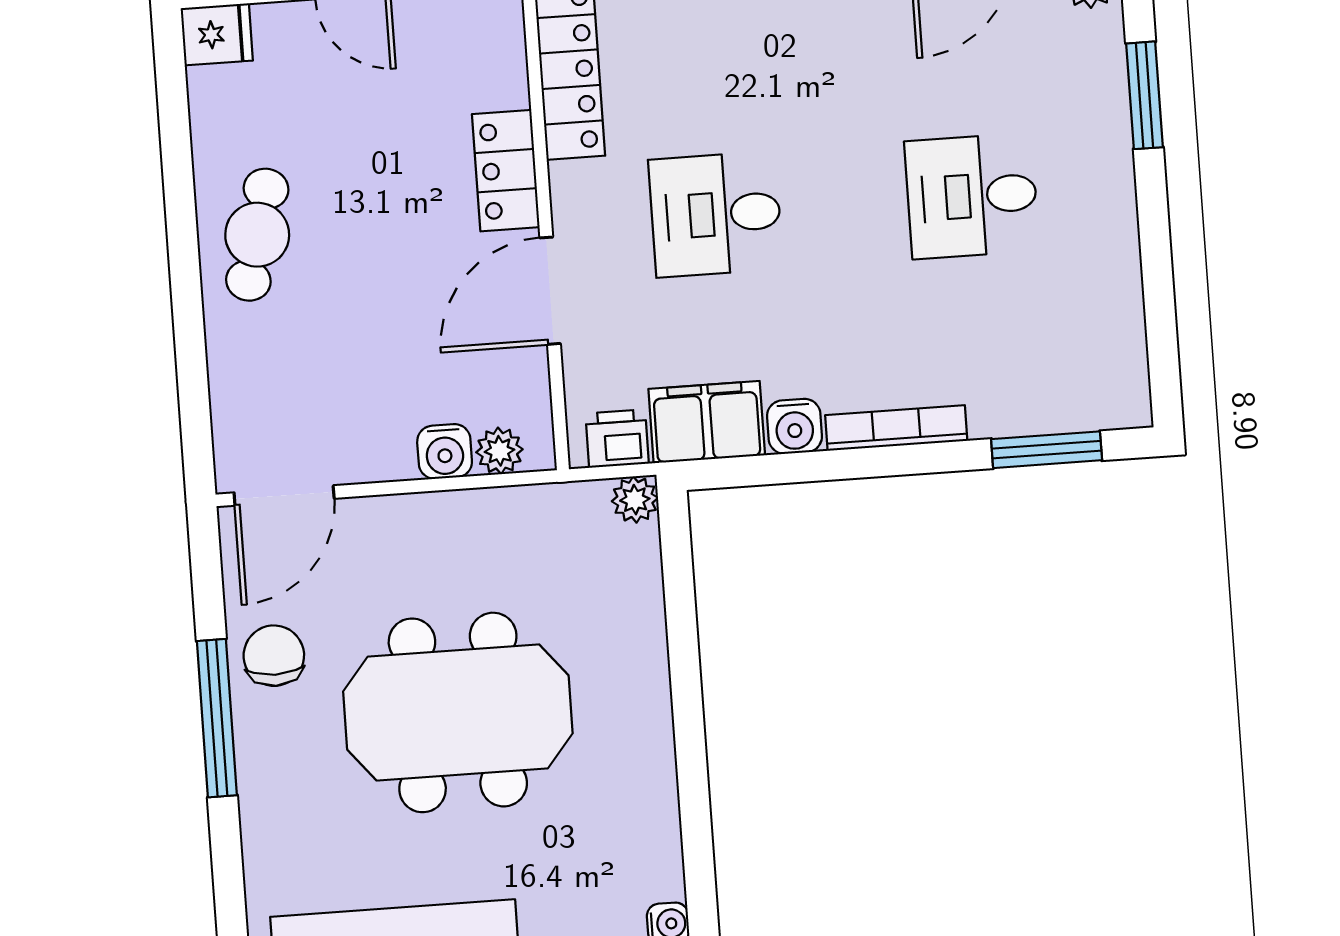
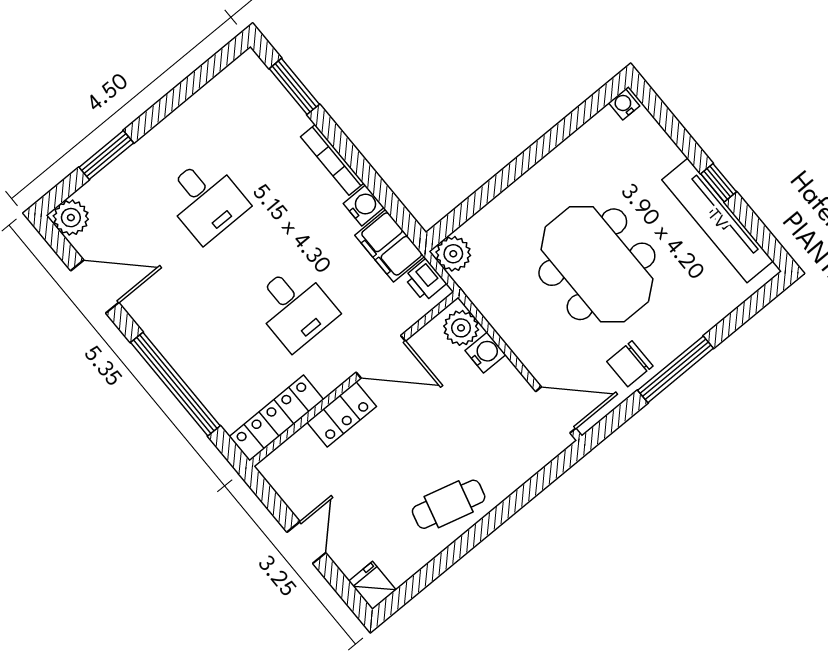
plant: (499, 451) -> (461, 328), width x1.38, depth x1.38
plant: (635, 500) -> (453, 254), width x1.38, depth x1.38

